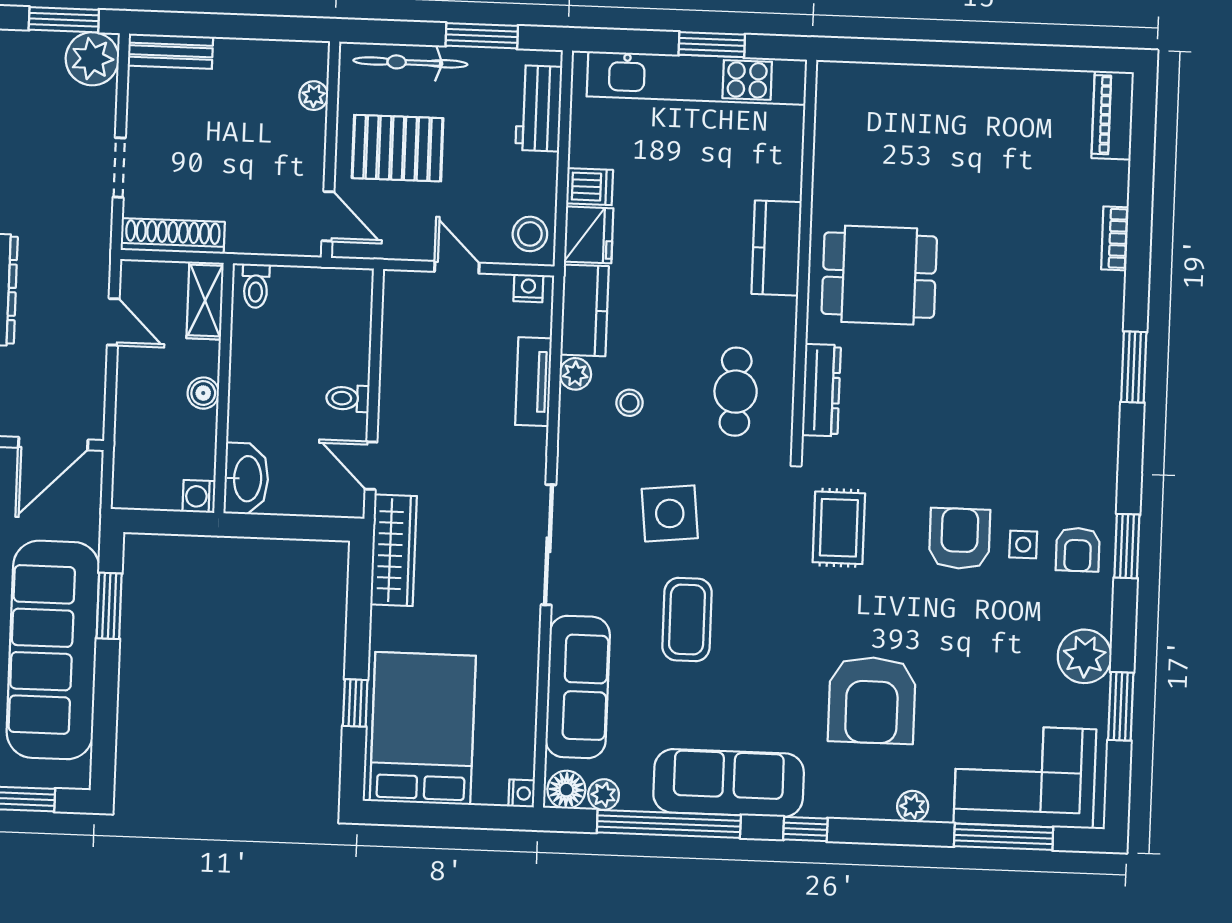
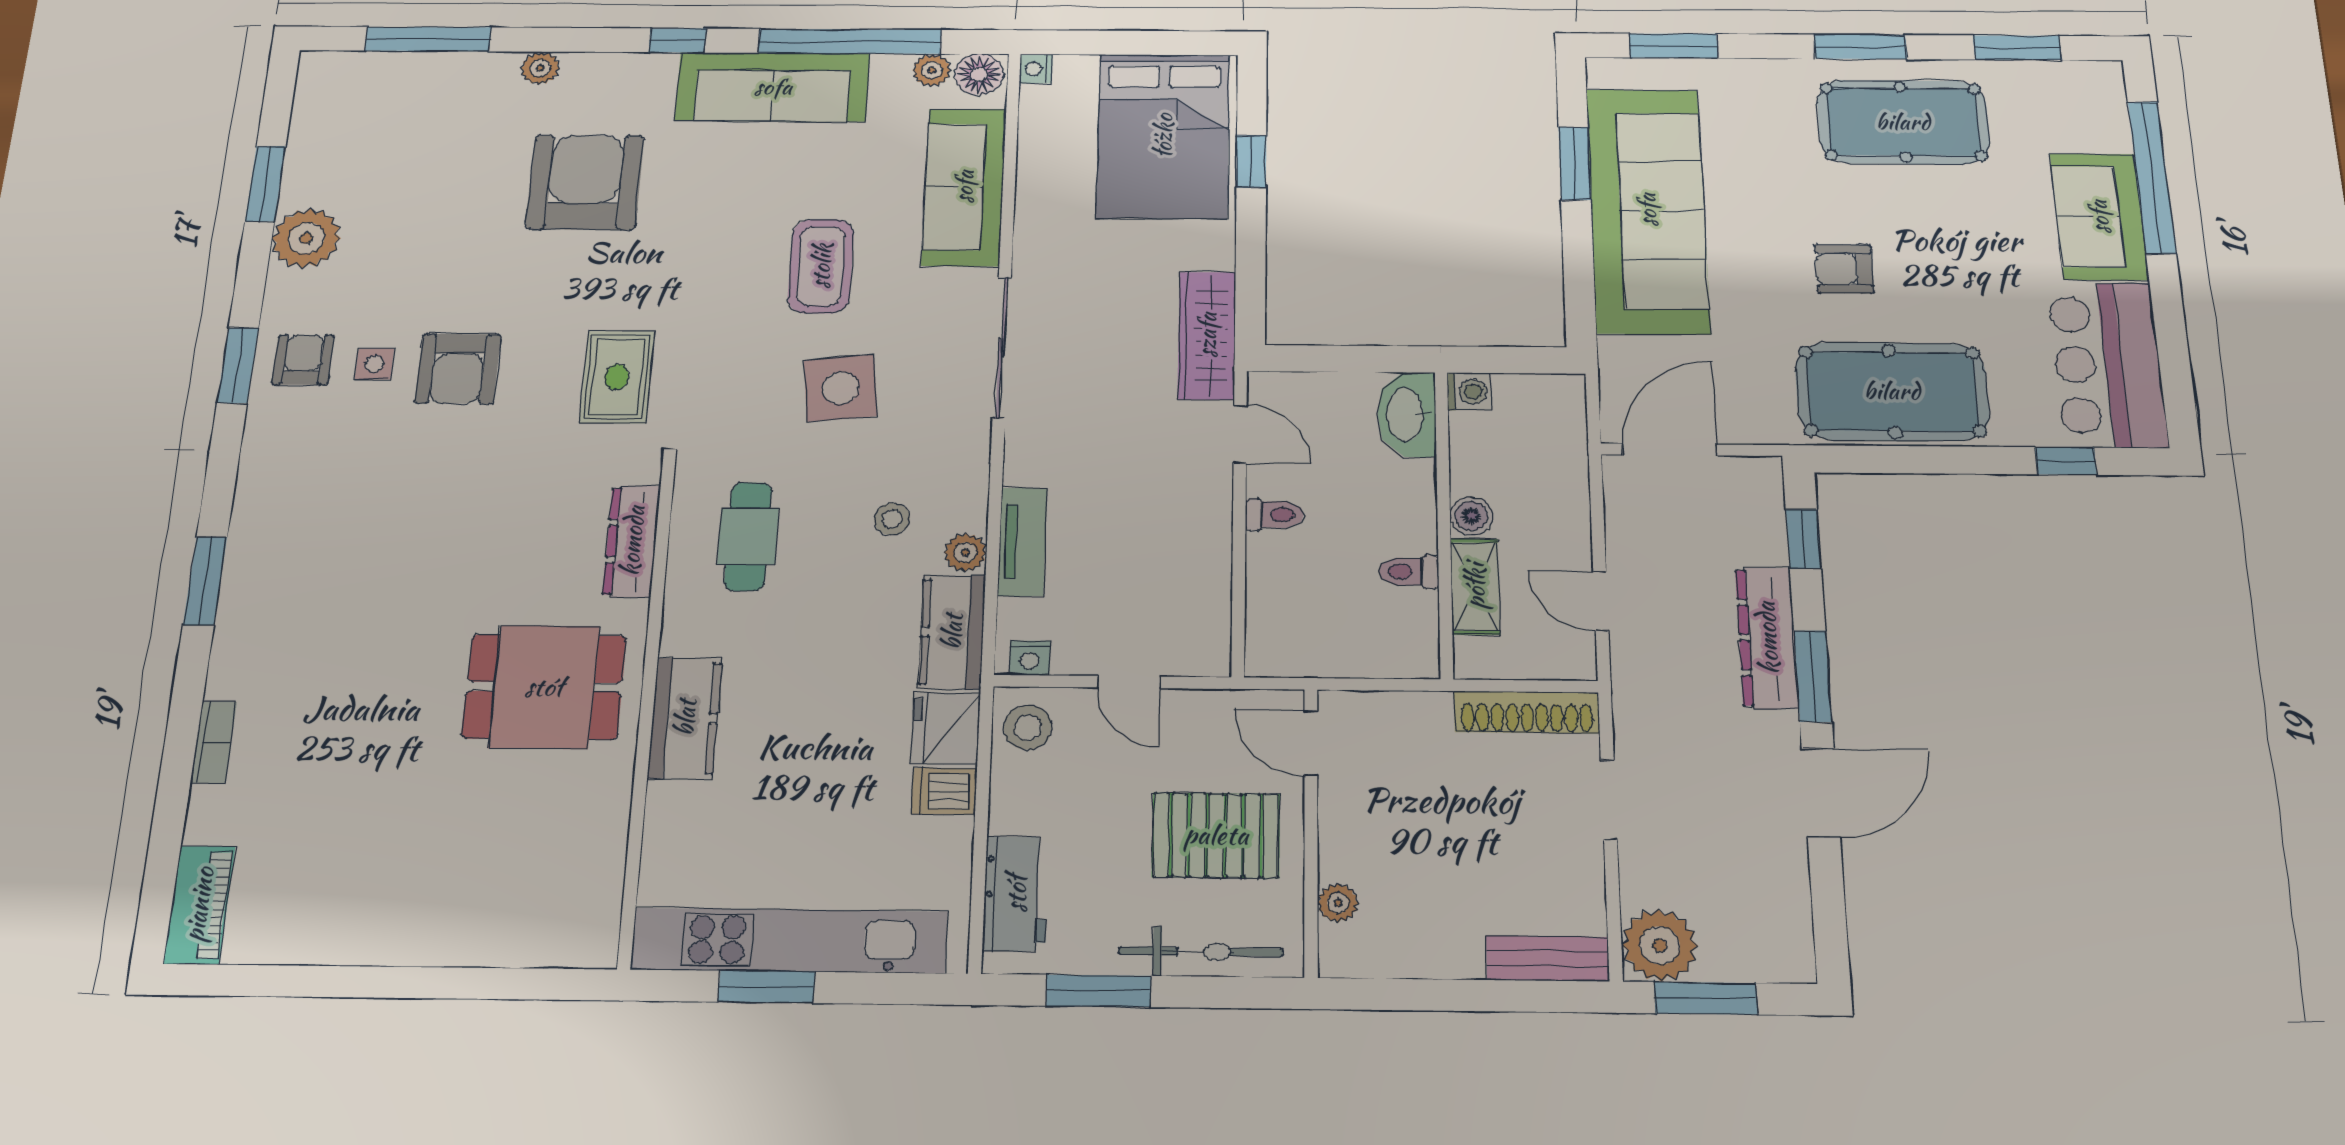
toilet: (256, 286) -> (1409, 572), moved, turned -90
shelving: (205, 301) -> (1475, 586), moved
window: (109, 606) -> (1574, 163), moved
corner sofa: (1025, 776) -> (395, 104), removed

